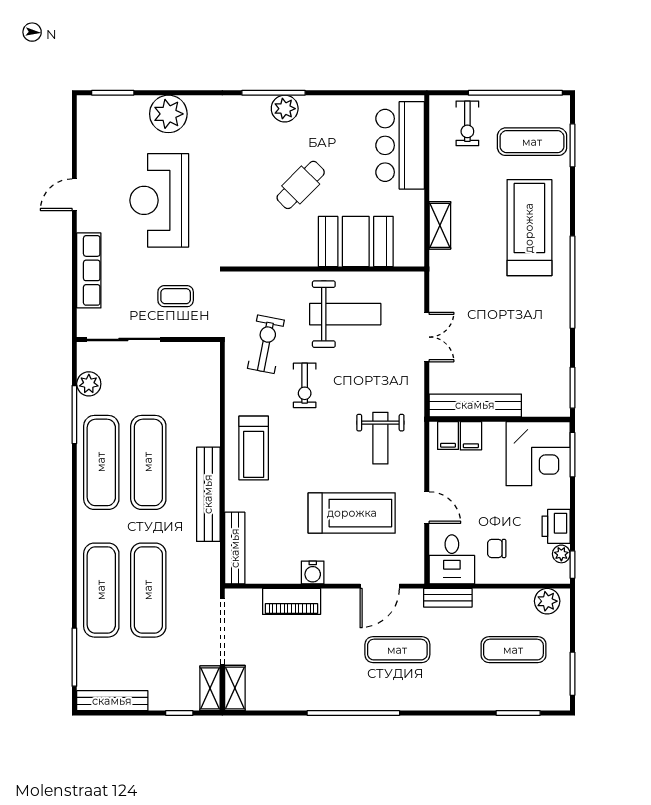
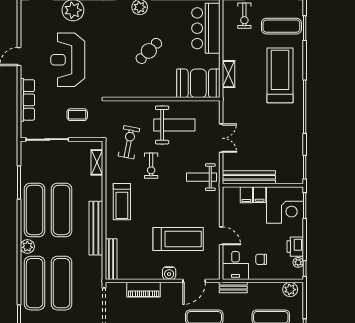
booth: (356, 242) -> (198, 83), moved
shelving: (210, 380) -> (97, 162), added
plant: (89, 384) -> (27, 246), moved
filing cabinet: (448, 436) -> (260, 195), moved
weight bench: (380, 438) -> (201, 177), moved, turned 90
water cooler: (313, 572) -> (169, 273), moved

